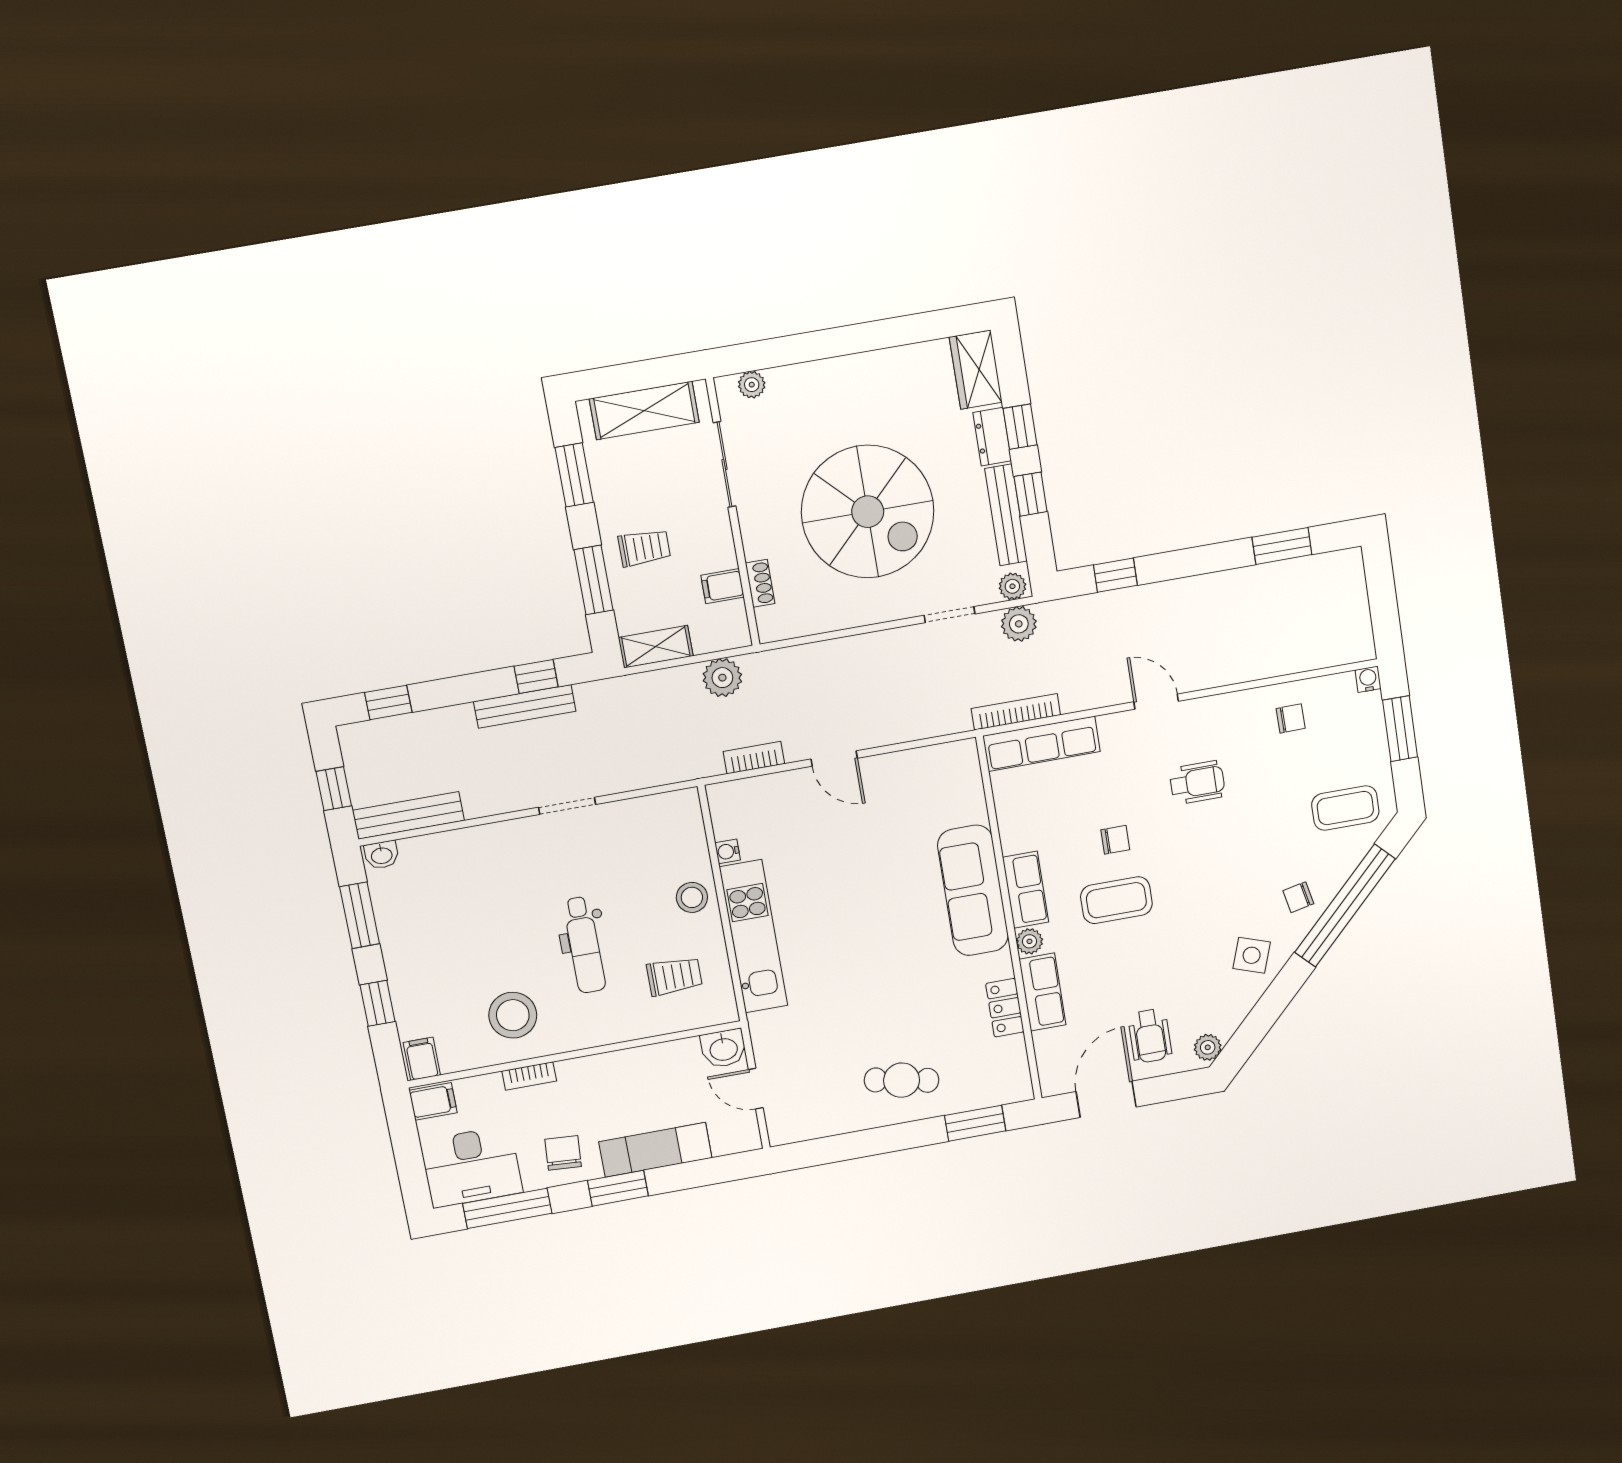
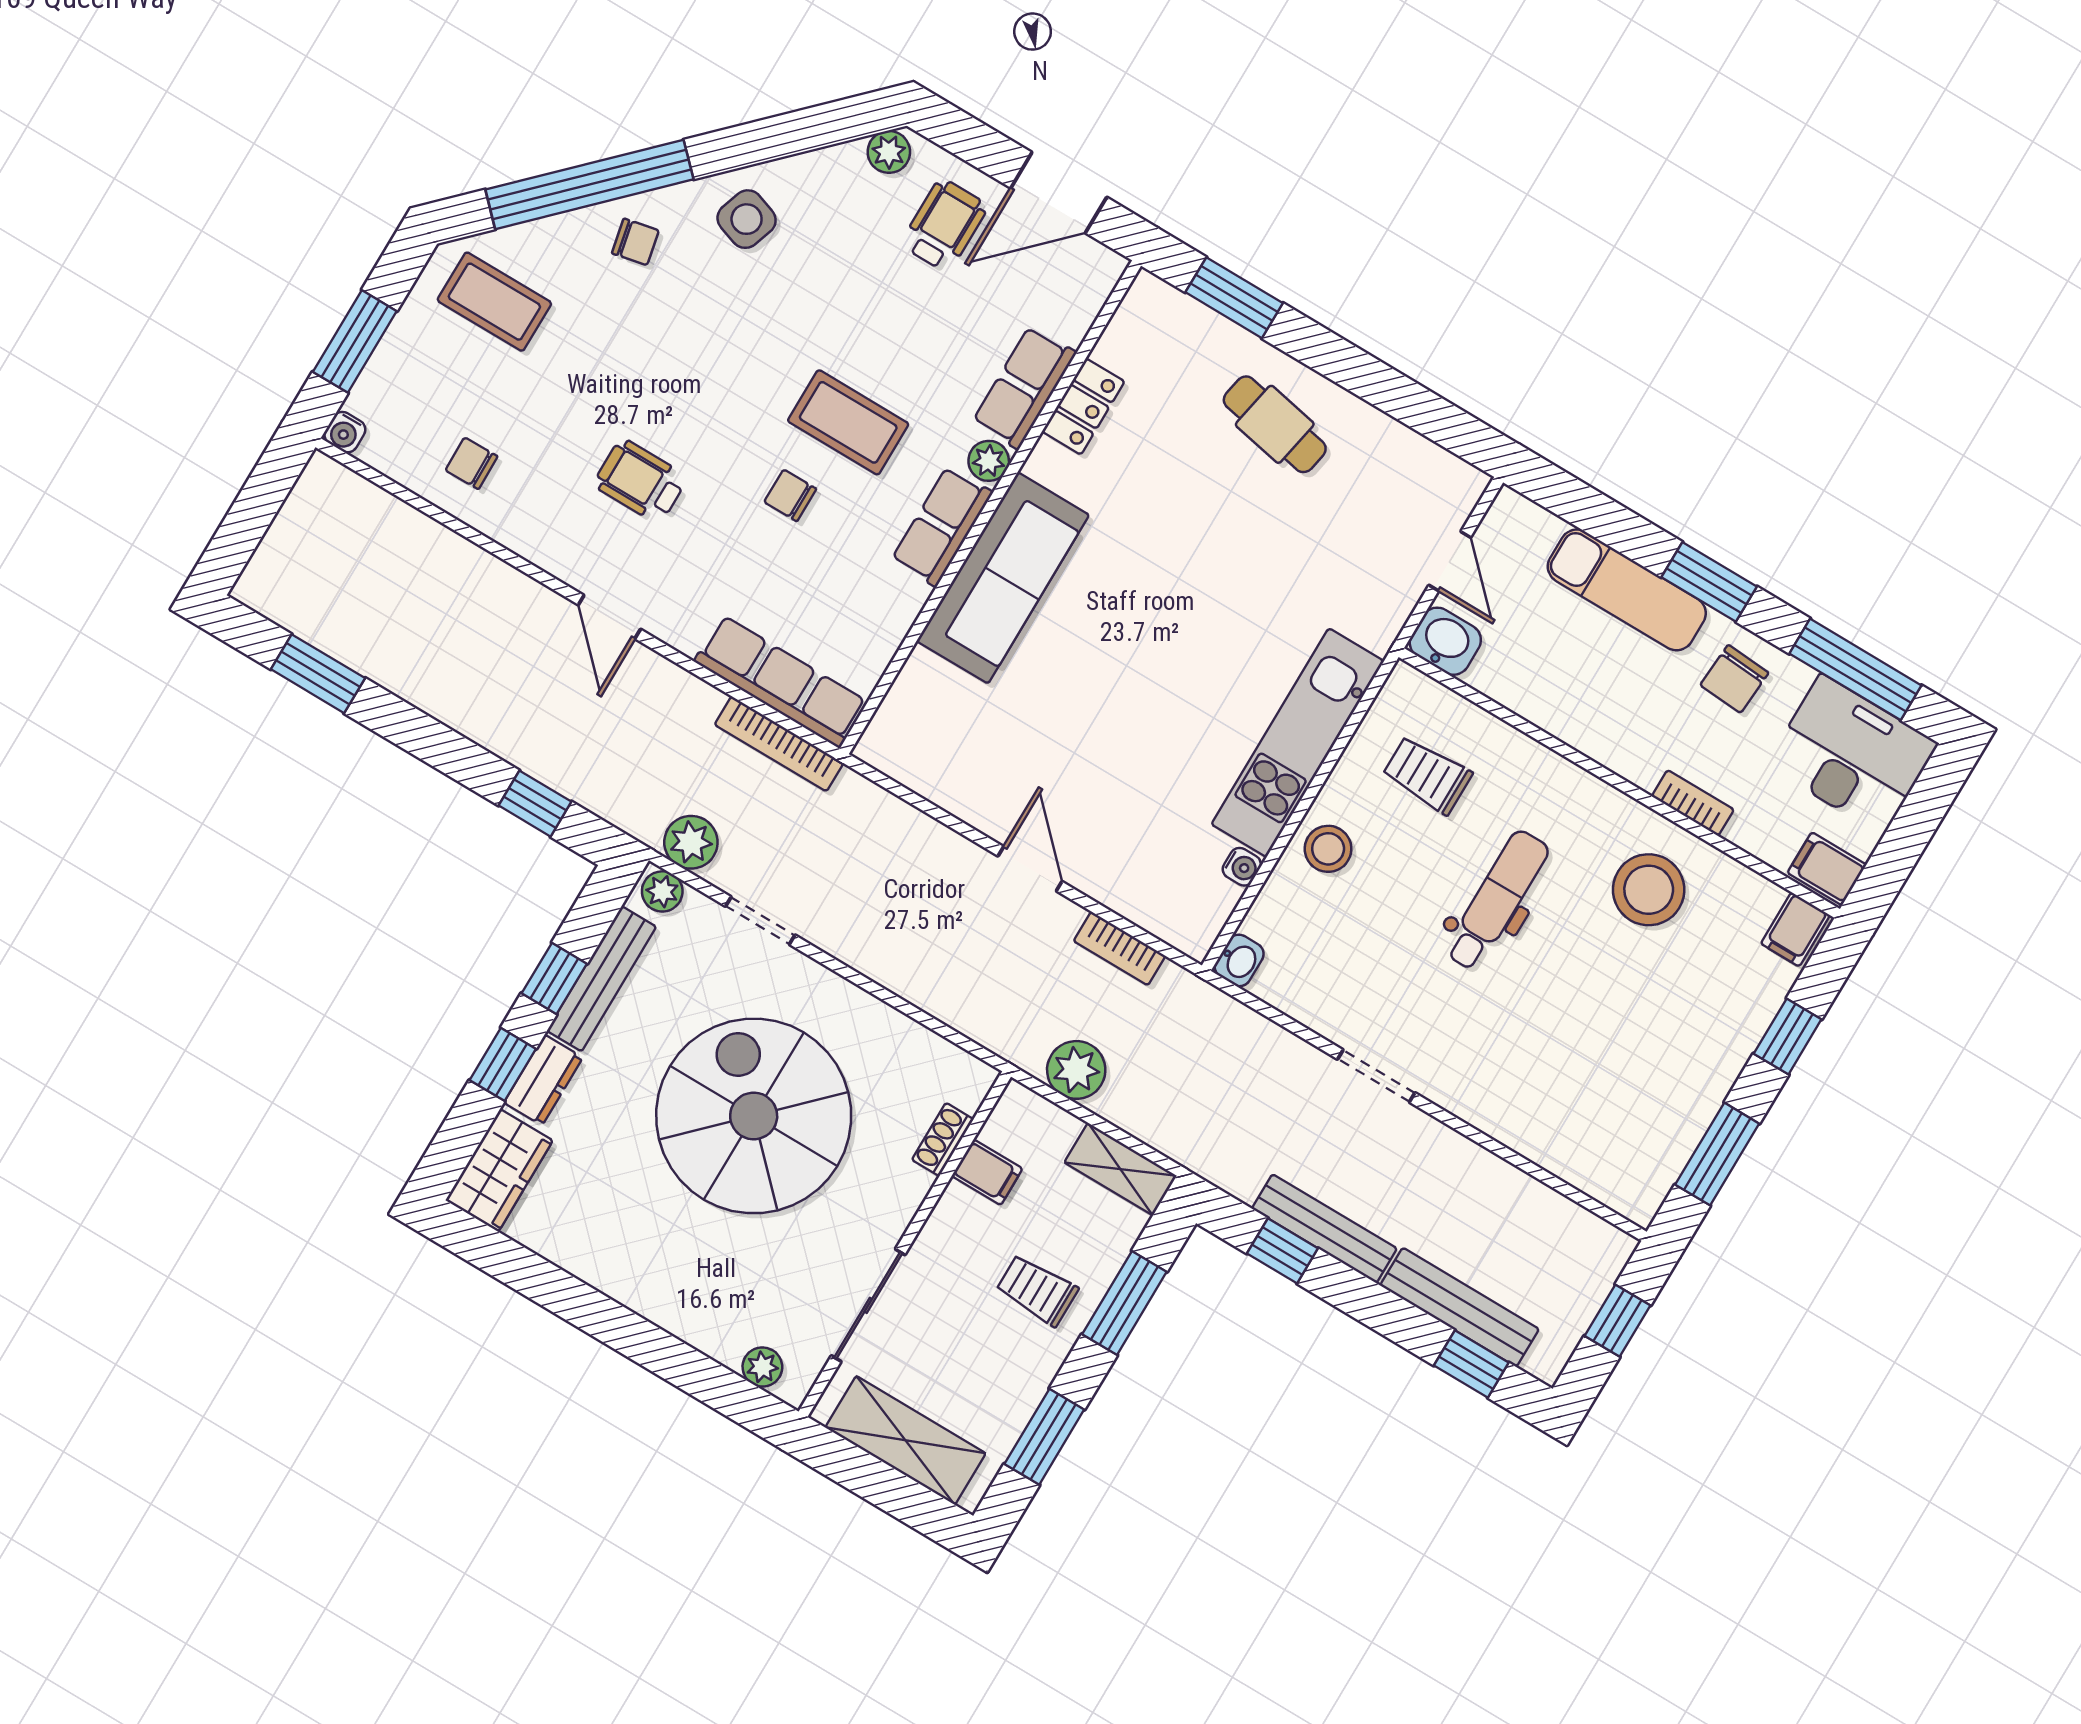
bench: (408, 815) -> (1460, 1307), moved
washbasin: (382, 855) -> (1239, 960), moved, turned 90

